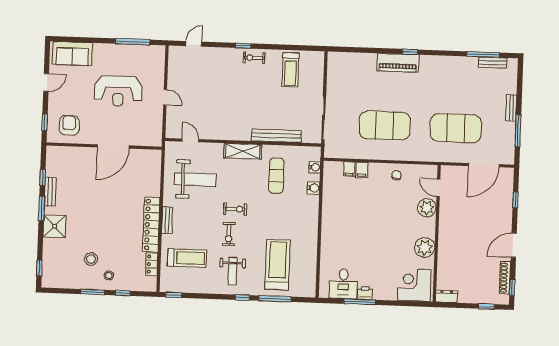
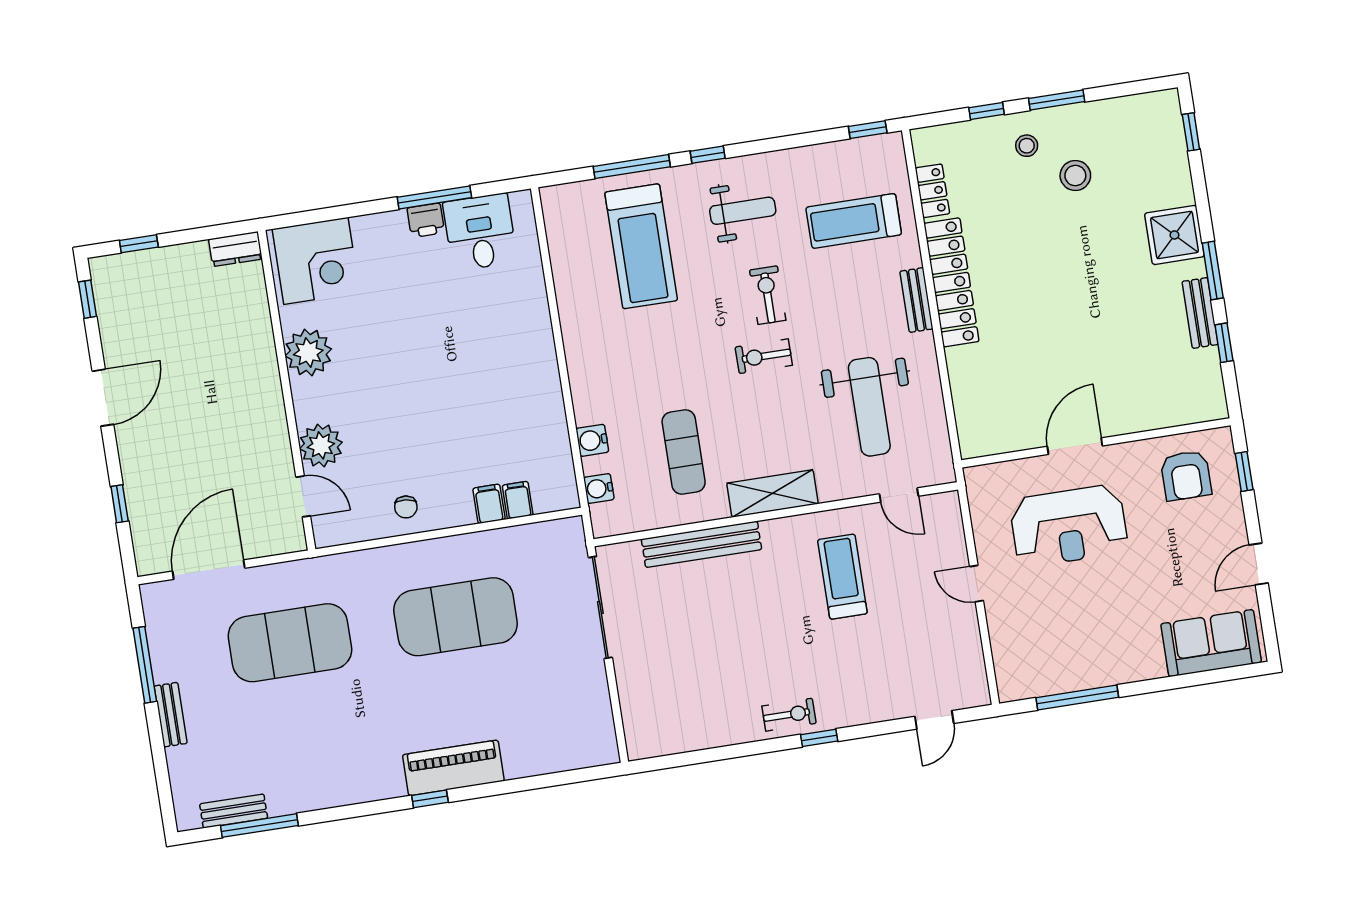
treadmill: (290, 70) -> (842, 577), moved
reception desk: (118, 91) -> (1069, 526), moved, turned 180
door: (113, 146) -> (1075, 446), width x0.73
weight bench: (195, 179) -> (869, 407), turned -90
weight bench: (232, 271) -> (743, 211), turned 90
shoe rack: (505, 278) -> (109, 319), removed

